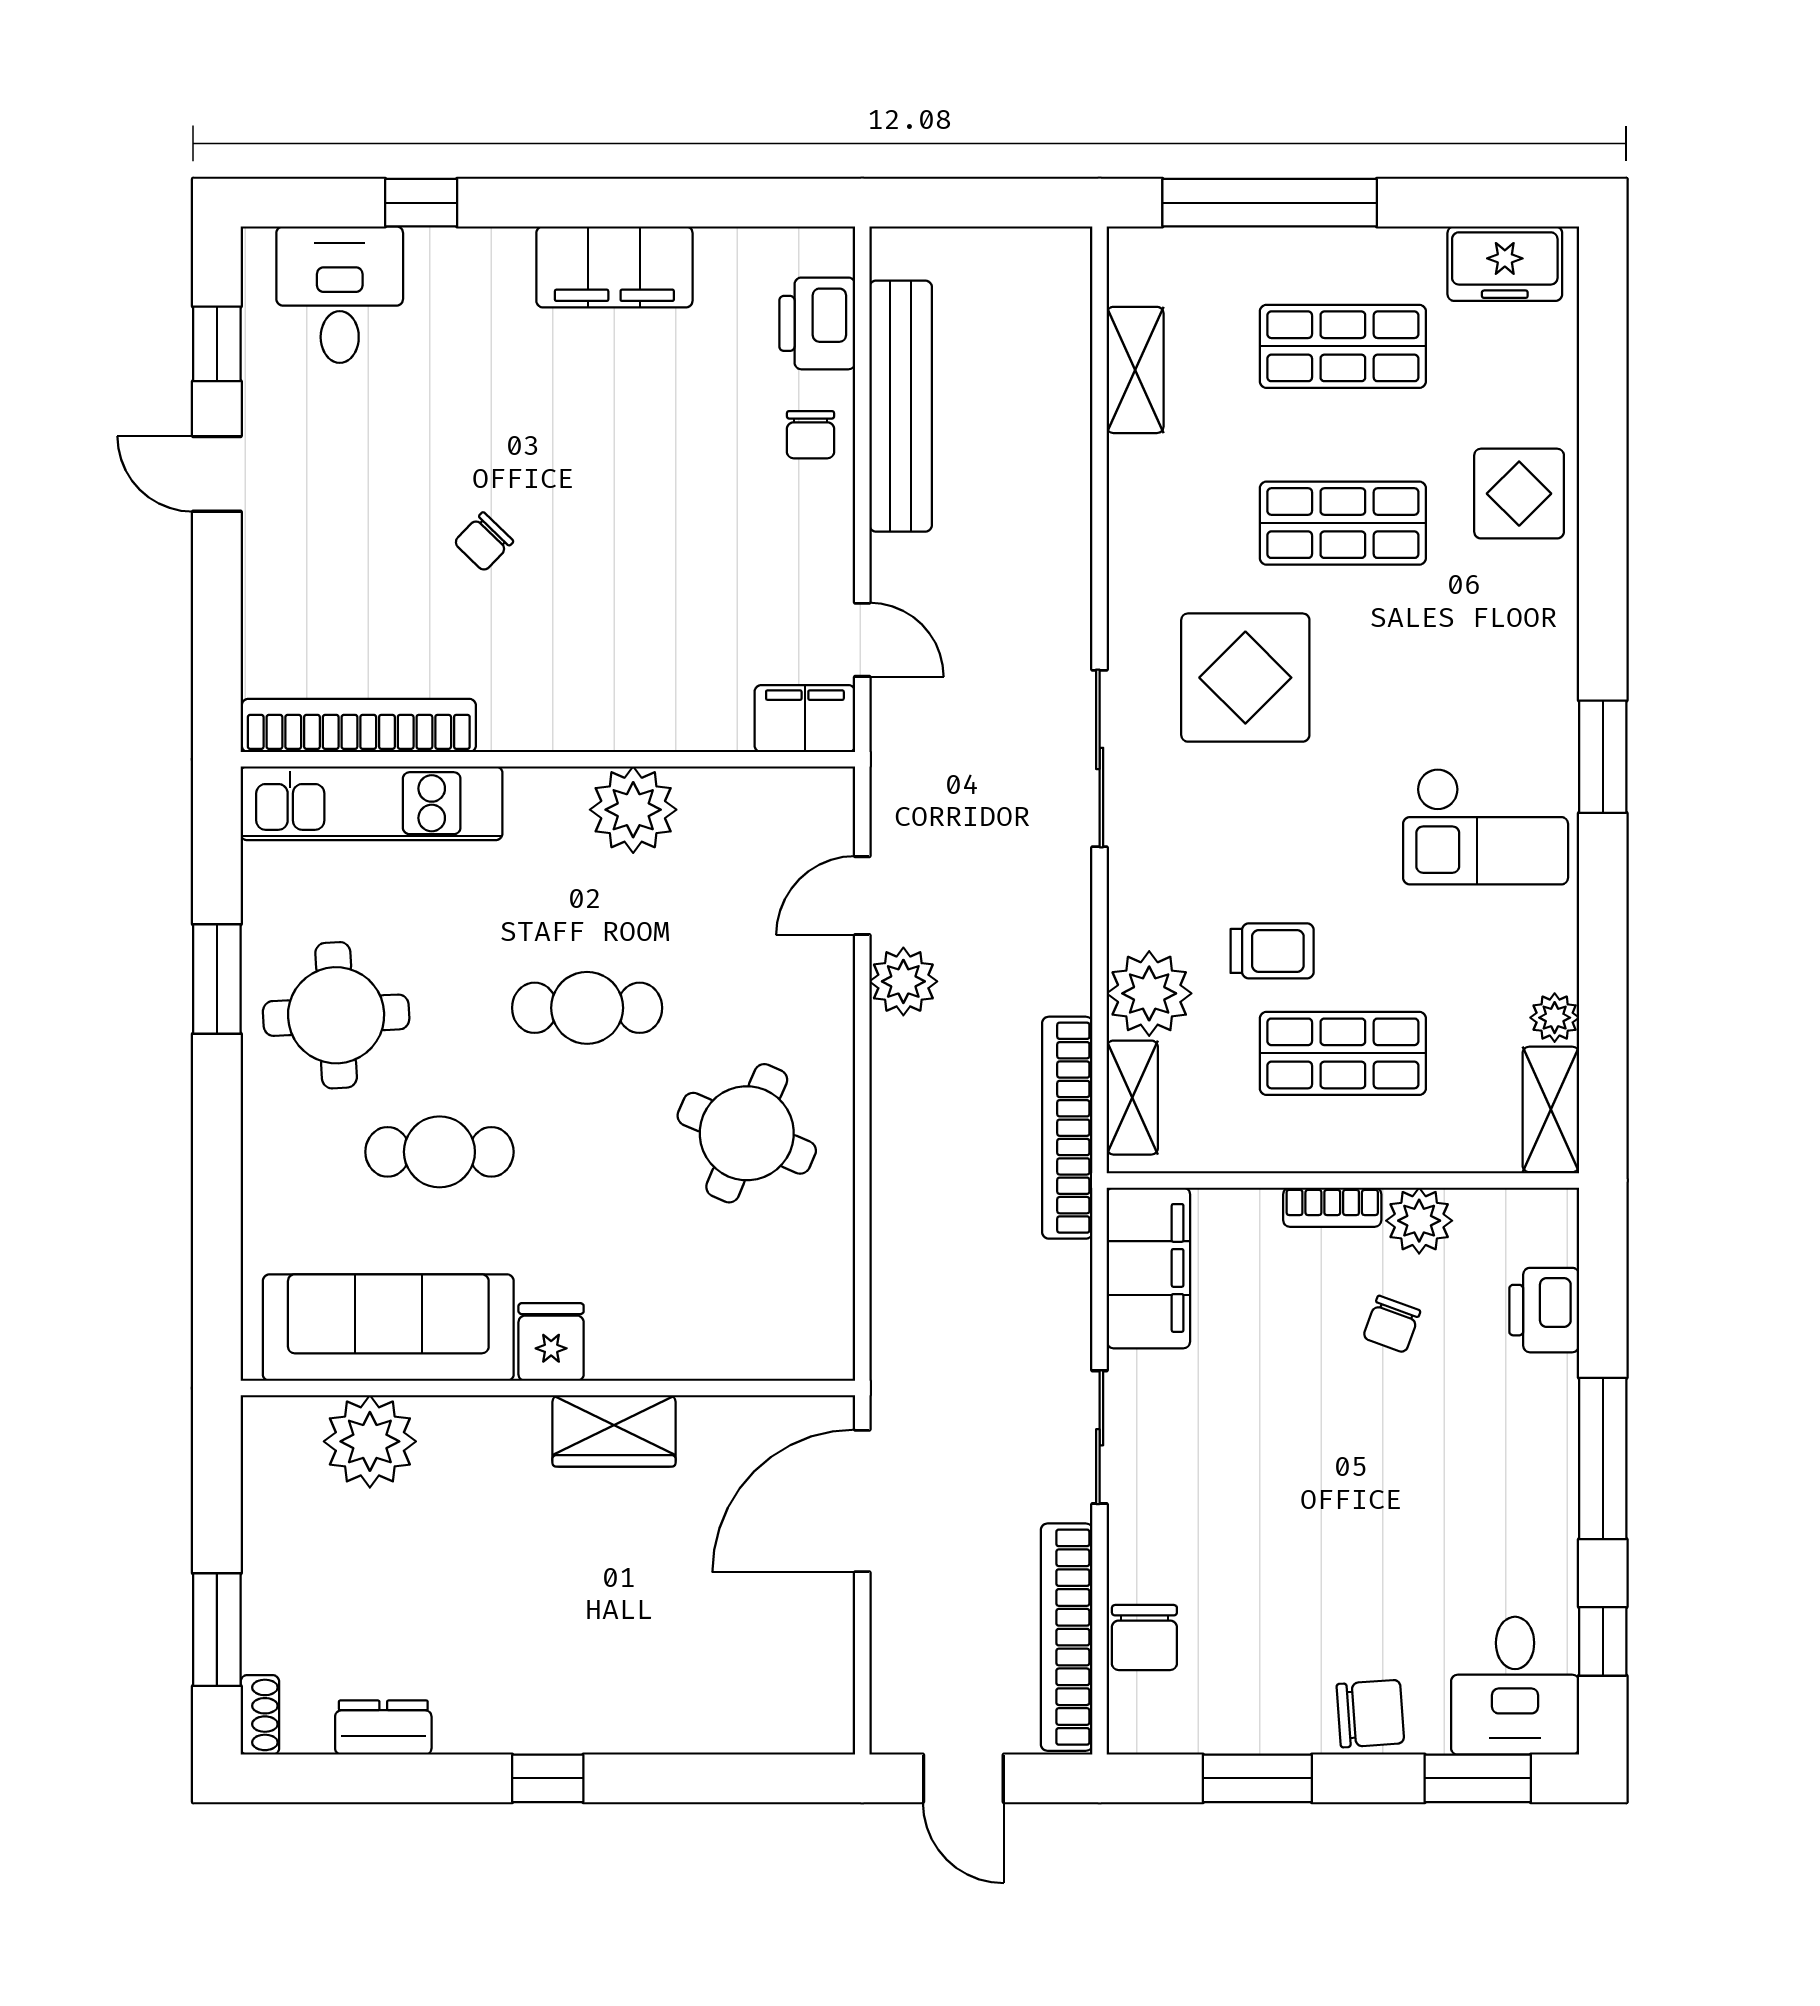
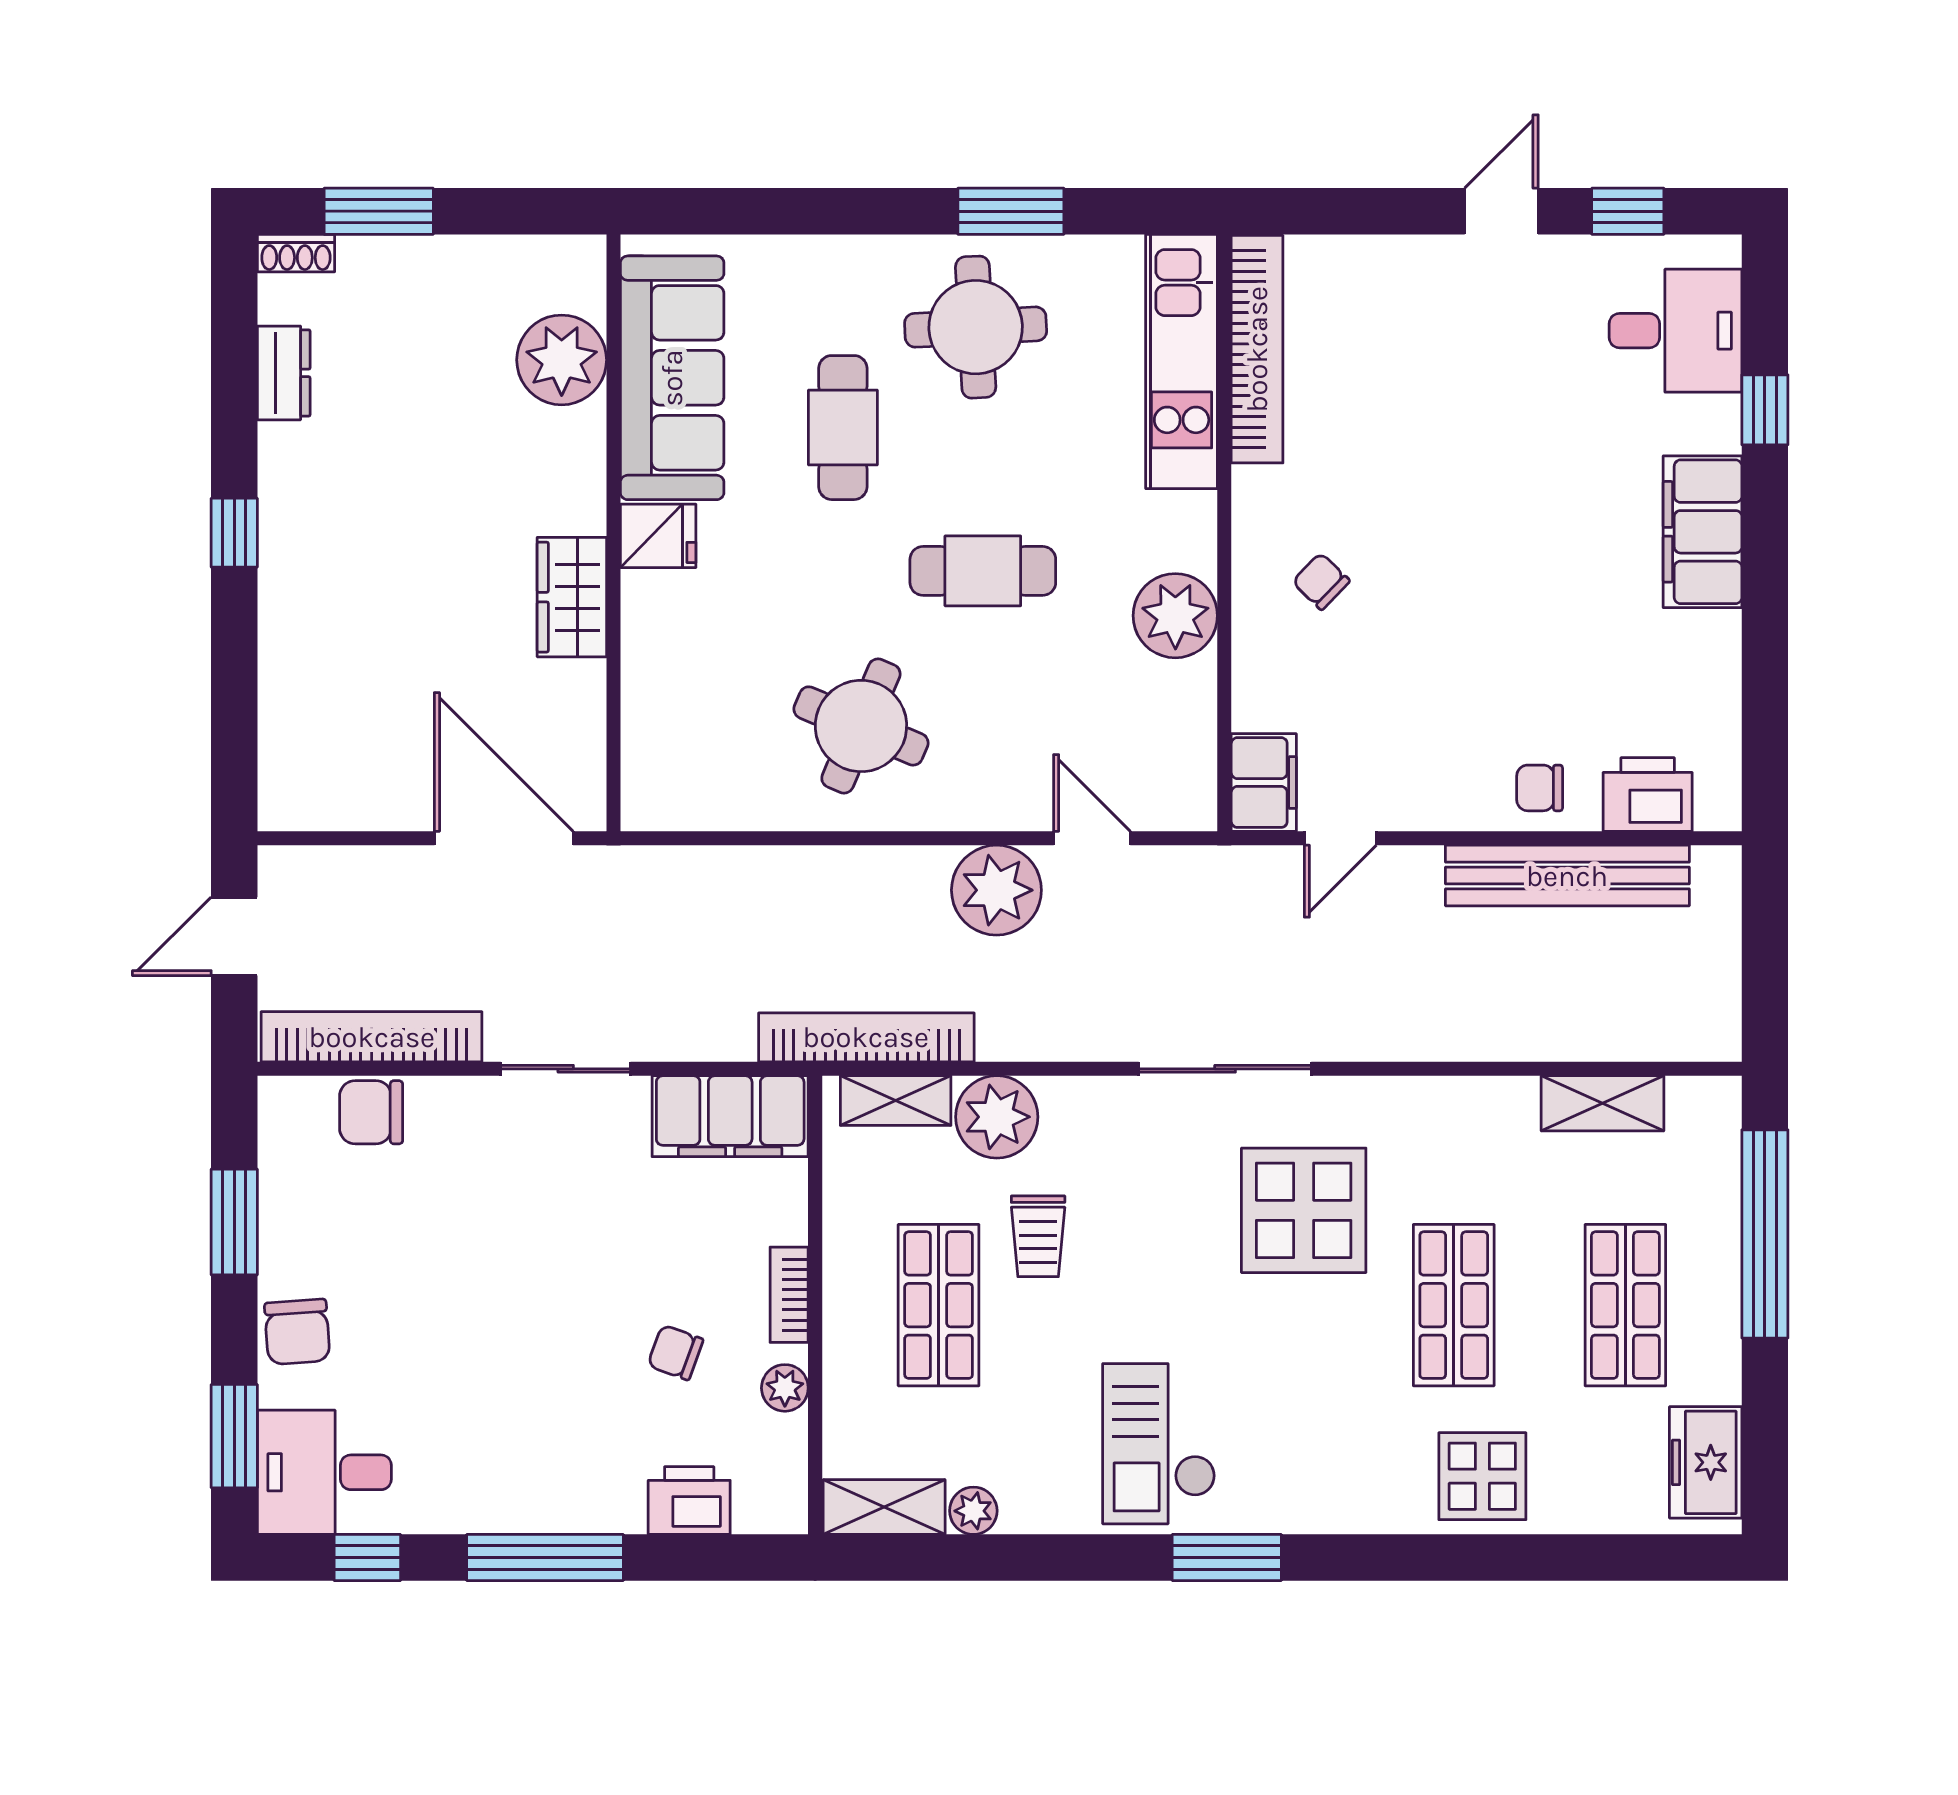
filing cabinet: (614, 267) -> (1703, 532), moved
chair: (484, 542) -> (1321, 581), moved
plant: (903, 981) -> (996, 890), width x1.36, depth x1.36
cafe table: (587, 1008) -> (983, 571), turned 90
plant: (1419, 1221) -> (785, 1388), width x0.73, depth x0.73

